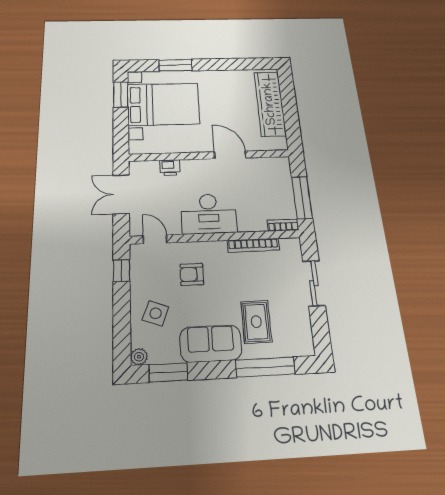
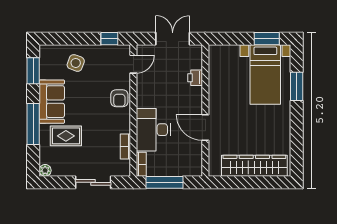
bed with nightstands: (163, 104) -> (265, 74), width x0.73
door: (230, 155) -> (205, 128), swing flipped
desk: (209, 214) -> (153, 130), moved
bookcase: (253, 245) -> (125, 146), width x0.64
armchair: (192, 274) -> (119, 98), moved, turned 180
plant: (139, 357) -> (45, 170), moved
window: (265, 367) -> (33, 124), moved

